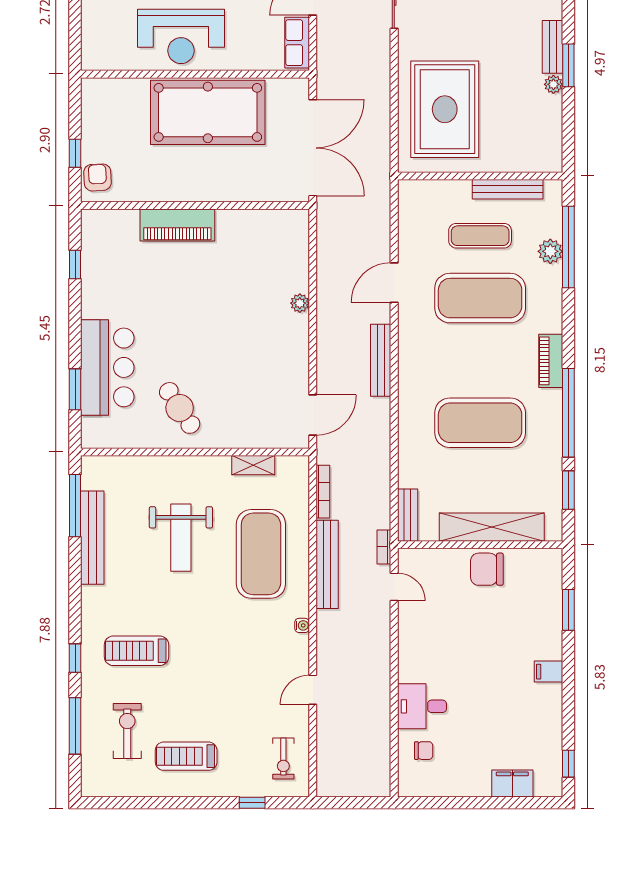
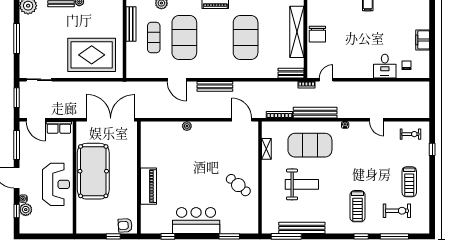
bar counter: (107, 367) -> (196, 221), moved
cafe table: (180, 408) -> (238, 185), turned 73
exercise bike: (127, 731) -> (397, 211), turned 180
filing cabinet: (512, 783) -> (423, 40), moved

